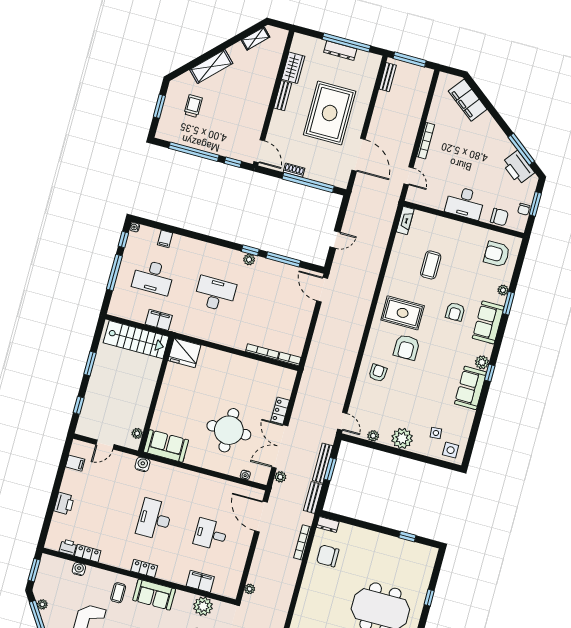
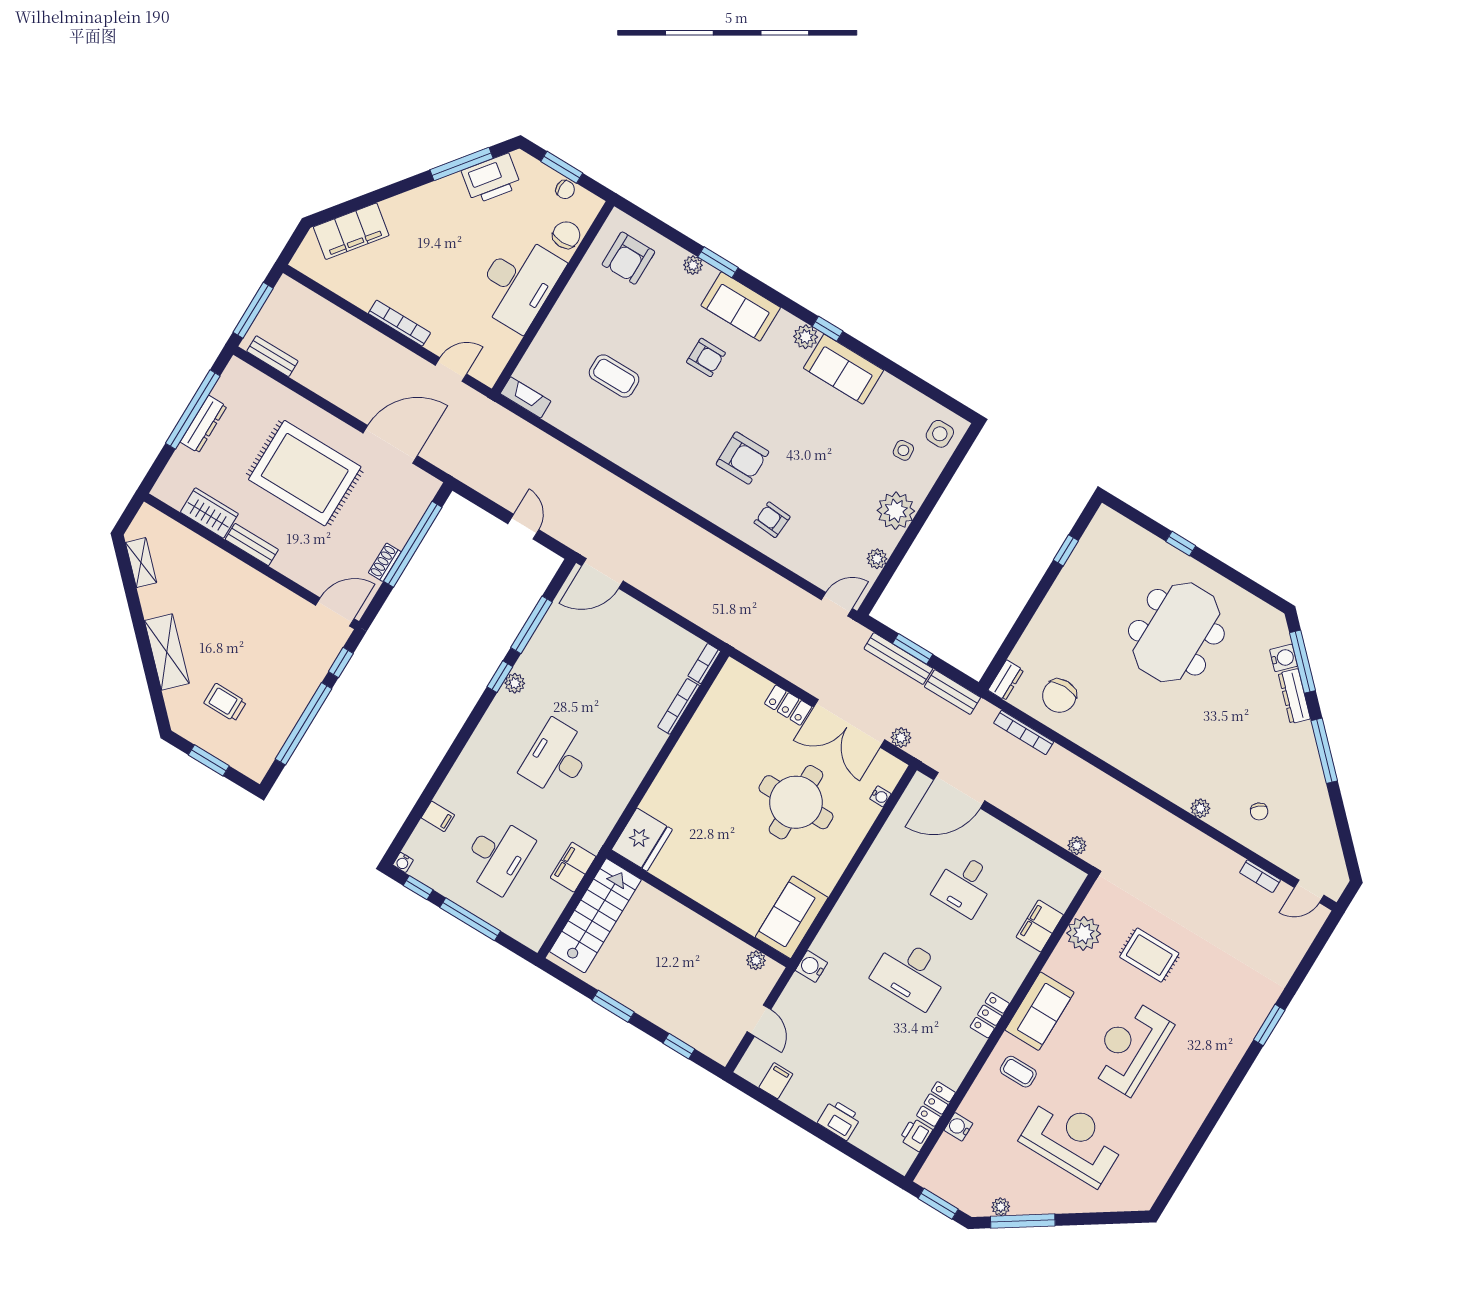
desk: (465, 203) -> (519, 283), width x1.36, depth x1.30
rug: (403, 313) -> (682, 448), removed

